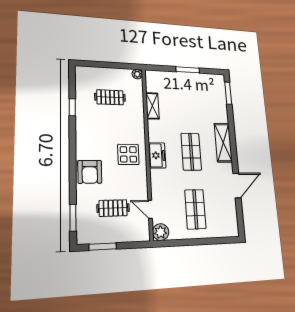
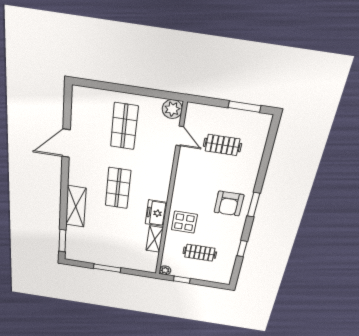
window: (120, 66) -> (182, 280), added
shelving: (223, 143) -> (76, 207), moved
display table: (128, 154) -> (184, 222), moved
freezer: (157, 155) -> (156, 213), moved
armchair: (90, 172) -> (229, 204), moved, turned 180
window: (73, 218) -> (254, 205), moved

